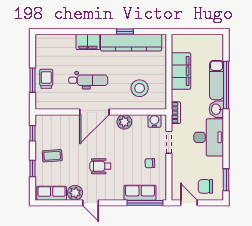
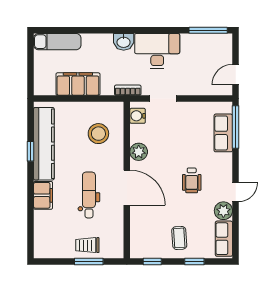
exam couch: (217, 80) -> (57, 42), moved
window: (226, 85) -> (95, 30), removed
chair: (150, 163) -> (188, 121), removed
window: (226, 180) -> (208, 30), width x1.44
chair: (205, 186) -> (216, 55), removed

